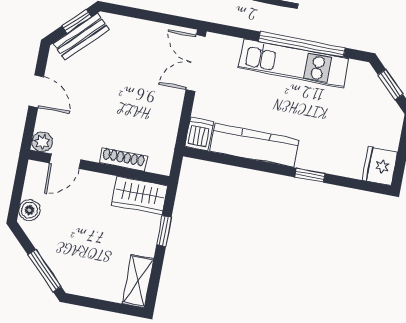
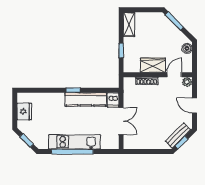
double door: (196, 63) -> (121, 121), moved
fridge: (380, 166) -> (24, 111), moved
window: (310, 175) -> (73, 90), moved
wardrobe: (139, 196) -> (153, 65), moved

